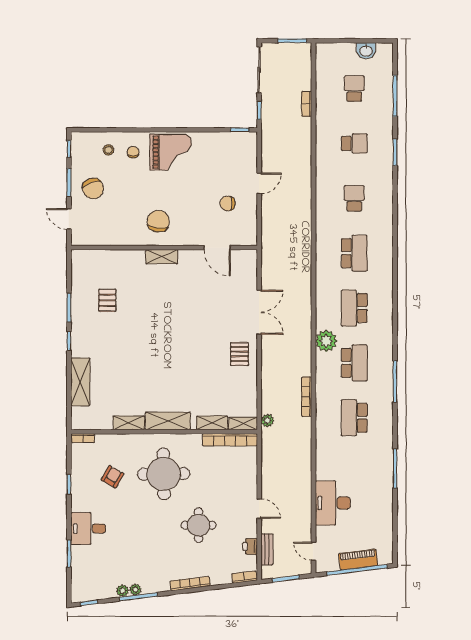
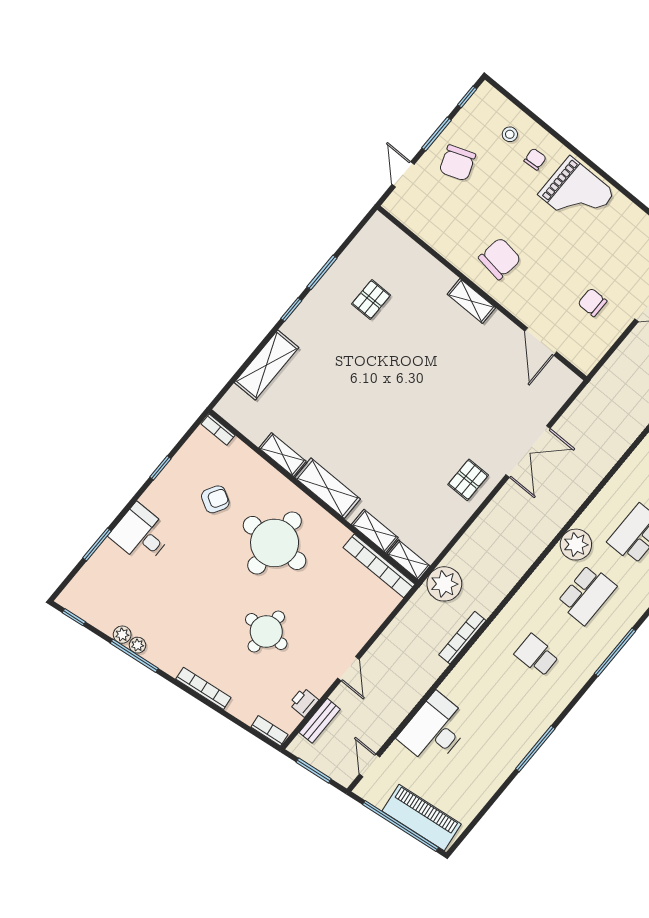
bookcase: (307, 397) -> (462, 638), moved
school desk: (354, 418) -> (537, 655), width x0.54
plant: (267, 420) -> (444, 584), width x1.88, depth x1.88
piano: (358, 559) -> (422, 817), width x1.37, depth x1.33

